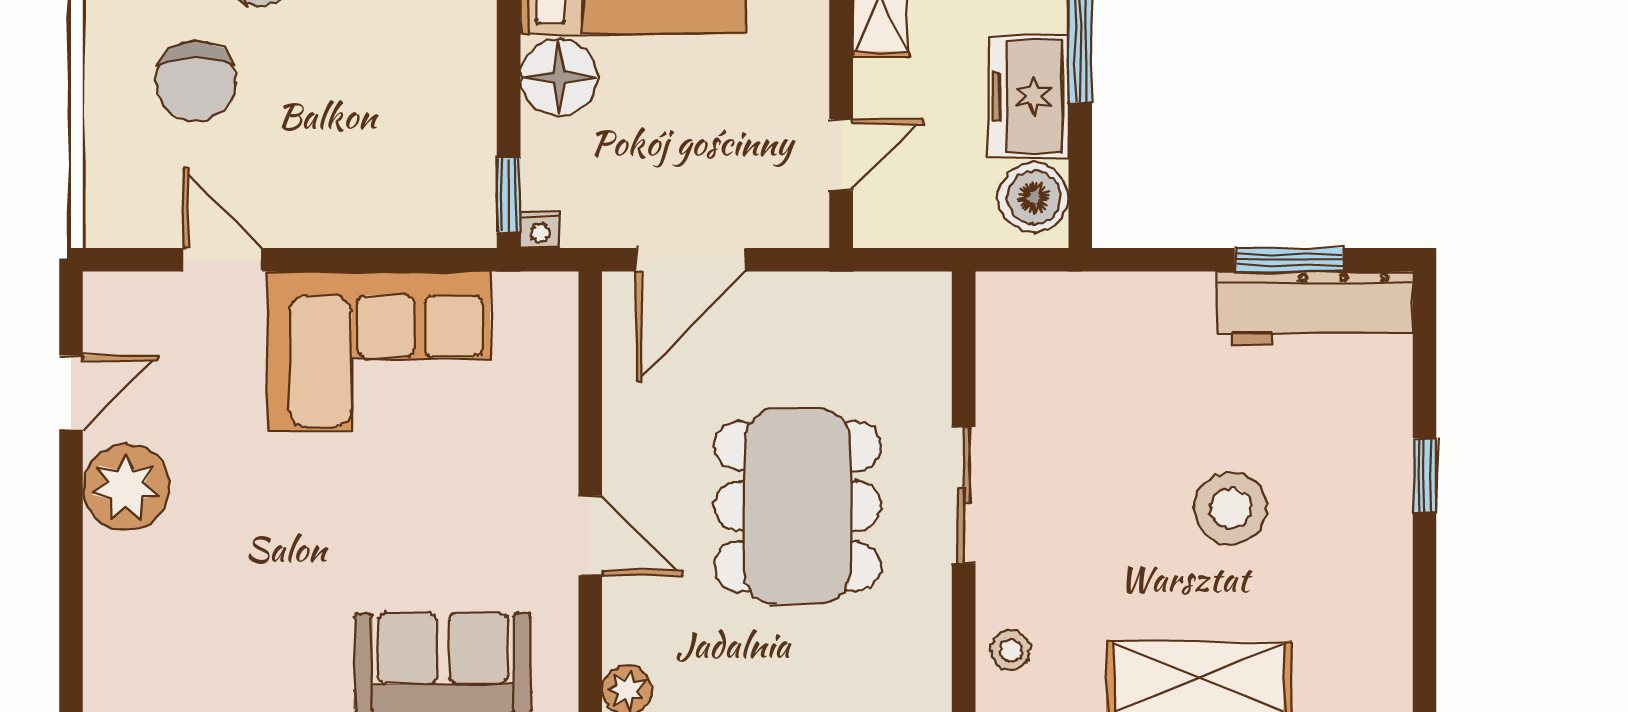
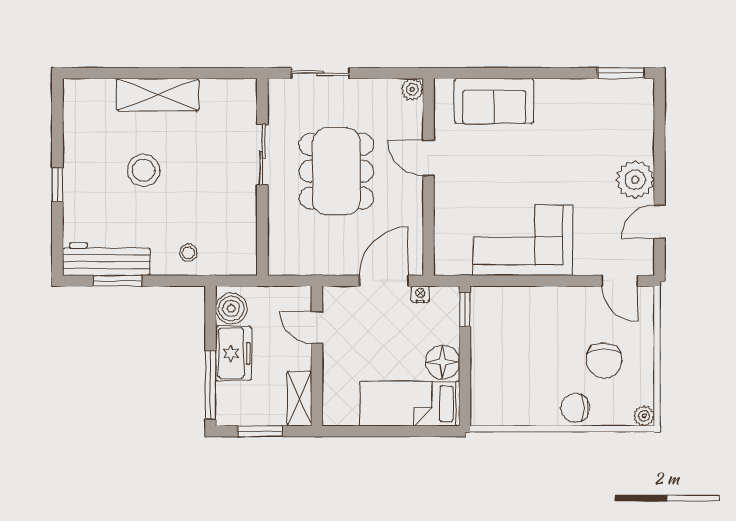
chair: (196, 81) -> (604, 360), turned 180
door: (841, 155) -> (317, 328), hinge flipped
nightstand: (540, 229) -> (420, 294), moved
door: (223, 260) -> (620, 281), moved
sliding door: (964, 495) -> (262, 155), moved
stool: (1011, 650) -> (188, 253), moved

